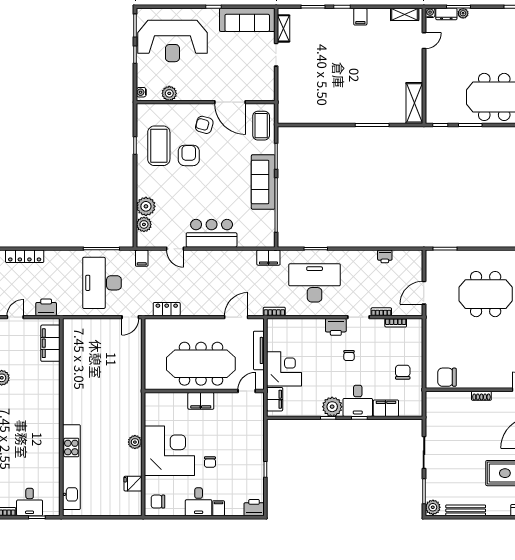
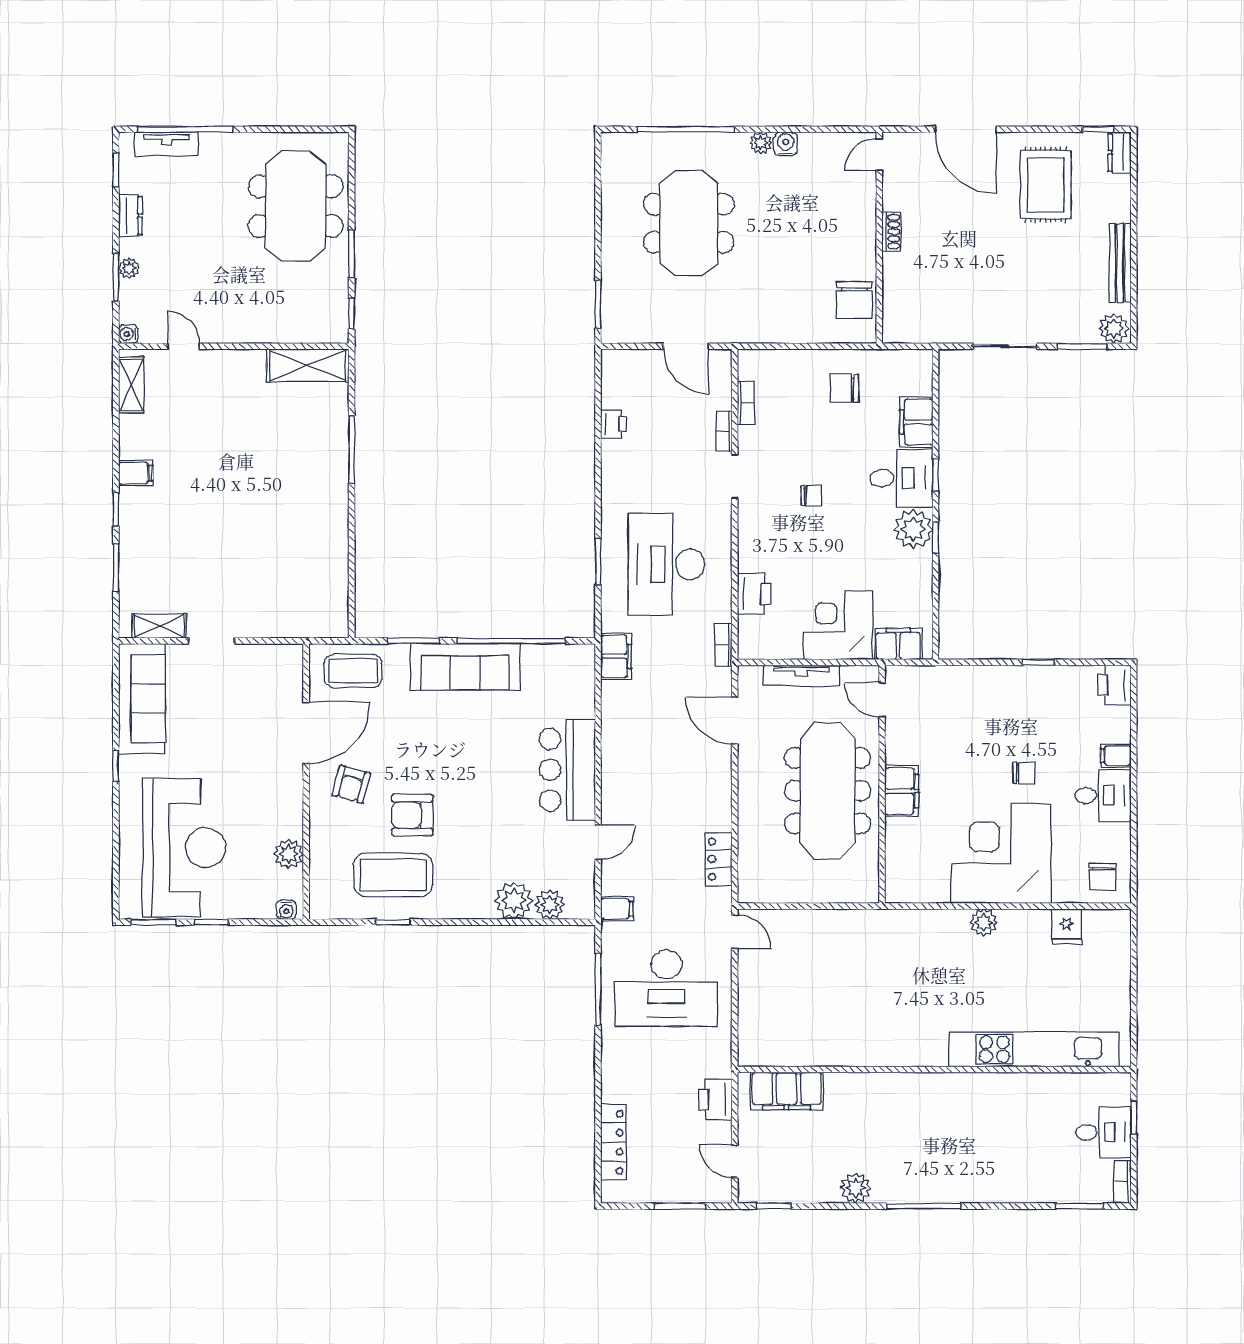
dresser: (446, 14) -> (130, 216), moved
printer: (336, 327) -> (754, 594), moved

